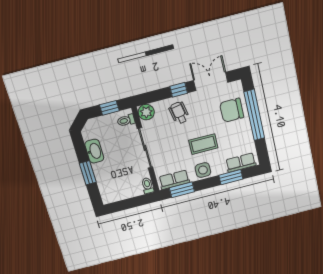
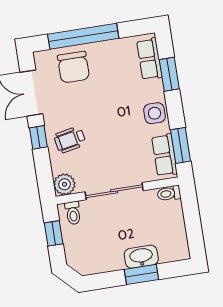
coffee table: (203, 144) -> (117, 110), removed
washbasin: (94, 151) -> (141, 257), moved

